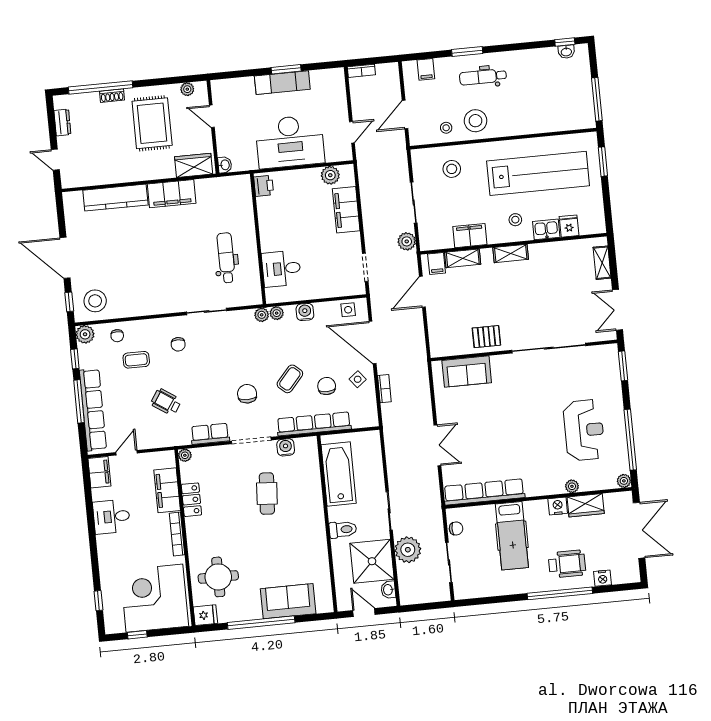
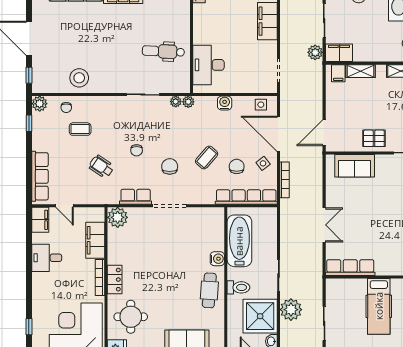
filing cabinet: (470, 236) -> (339, 53), moved
dental chair: (226, 258) -> (163, 51), turned -87
desk: (281, 269) -> (209, 65), width x1.37
door: (422, 292) -> (324, 133), moved
stool: (95, 301) -> (79, 78), moved
plant: (277, 313) -> (176, 102), moved
chair: (178, 344) -> (137, 150), moved
bookcase: (384, 389) -> (285, 180), width x1.56
window: (79, 401) -> (29, 159), removed
row of seats: (93, 410) -> (40, 176), width x0.73
row of seats: (314, 424) -> (246, 197), moved
water cooler: (286, 447) -> (217, 259), moved, turned 90
door: (127, 453) -> (64, 206), swing flipped
plant: (185, 455) -> (118, 217), width x1.88, depth x1.88
row of seats: (484, 492) -> (350, 268), width x0.73
cafe table: (267, 494) -> (209, 290), moved
locker: (191, 500) -> (115, 280), moved
chair: (456, 528) -> (333, 296), removed

